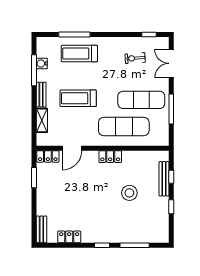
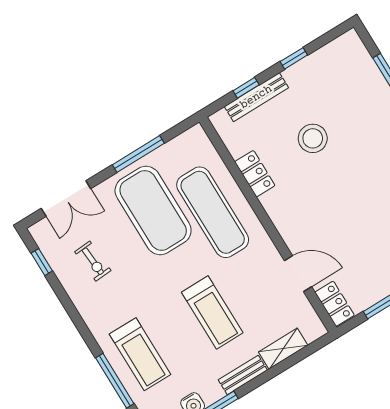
exercise mat: (141, 100) -> (153, 210), width x1.47
locker: (110, 157) -> (255, 174), moved

